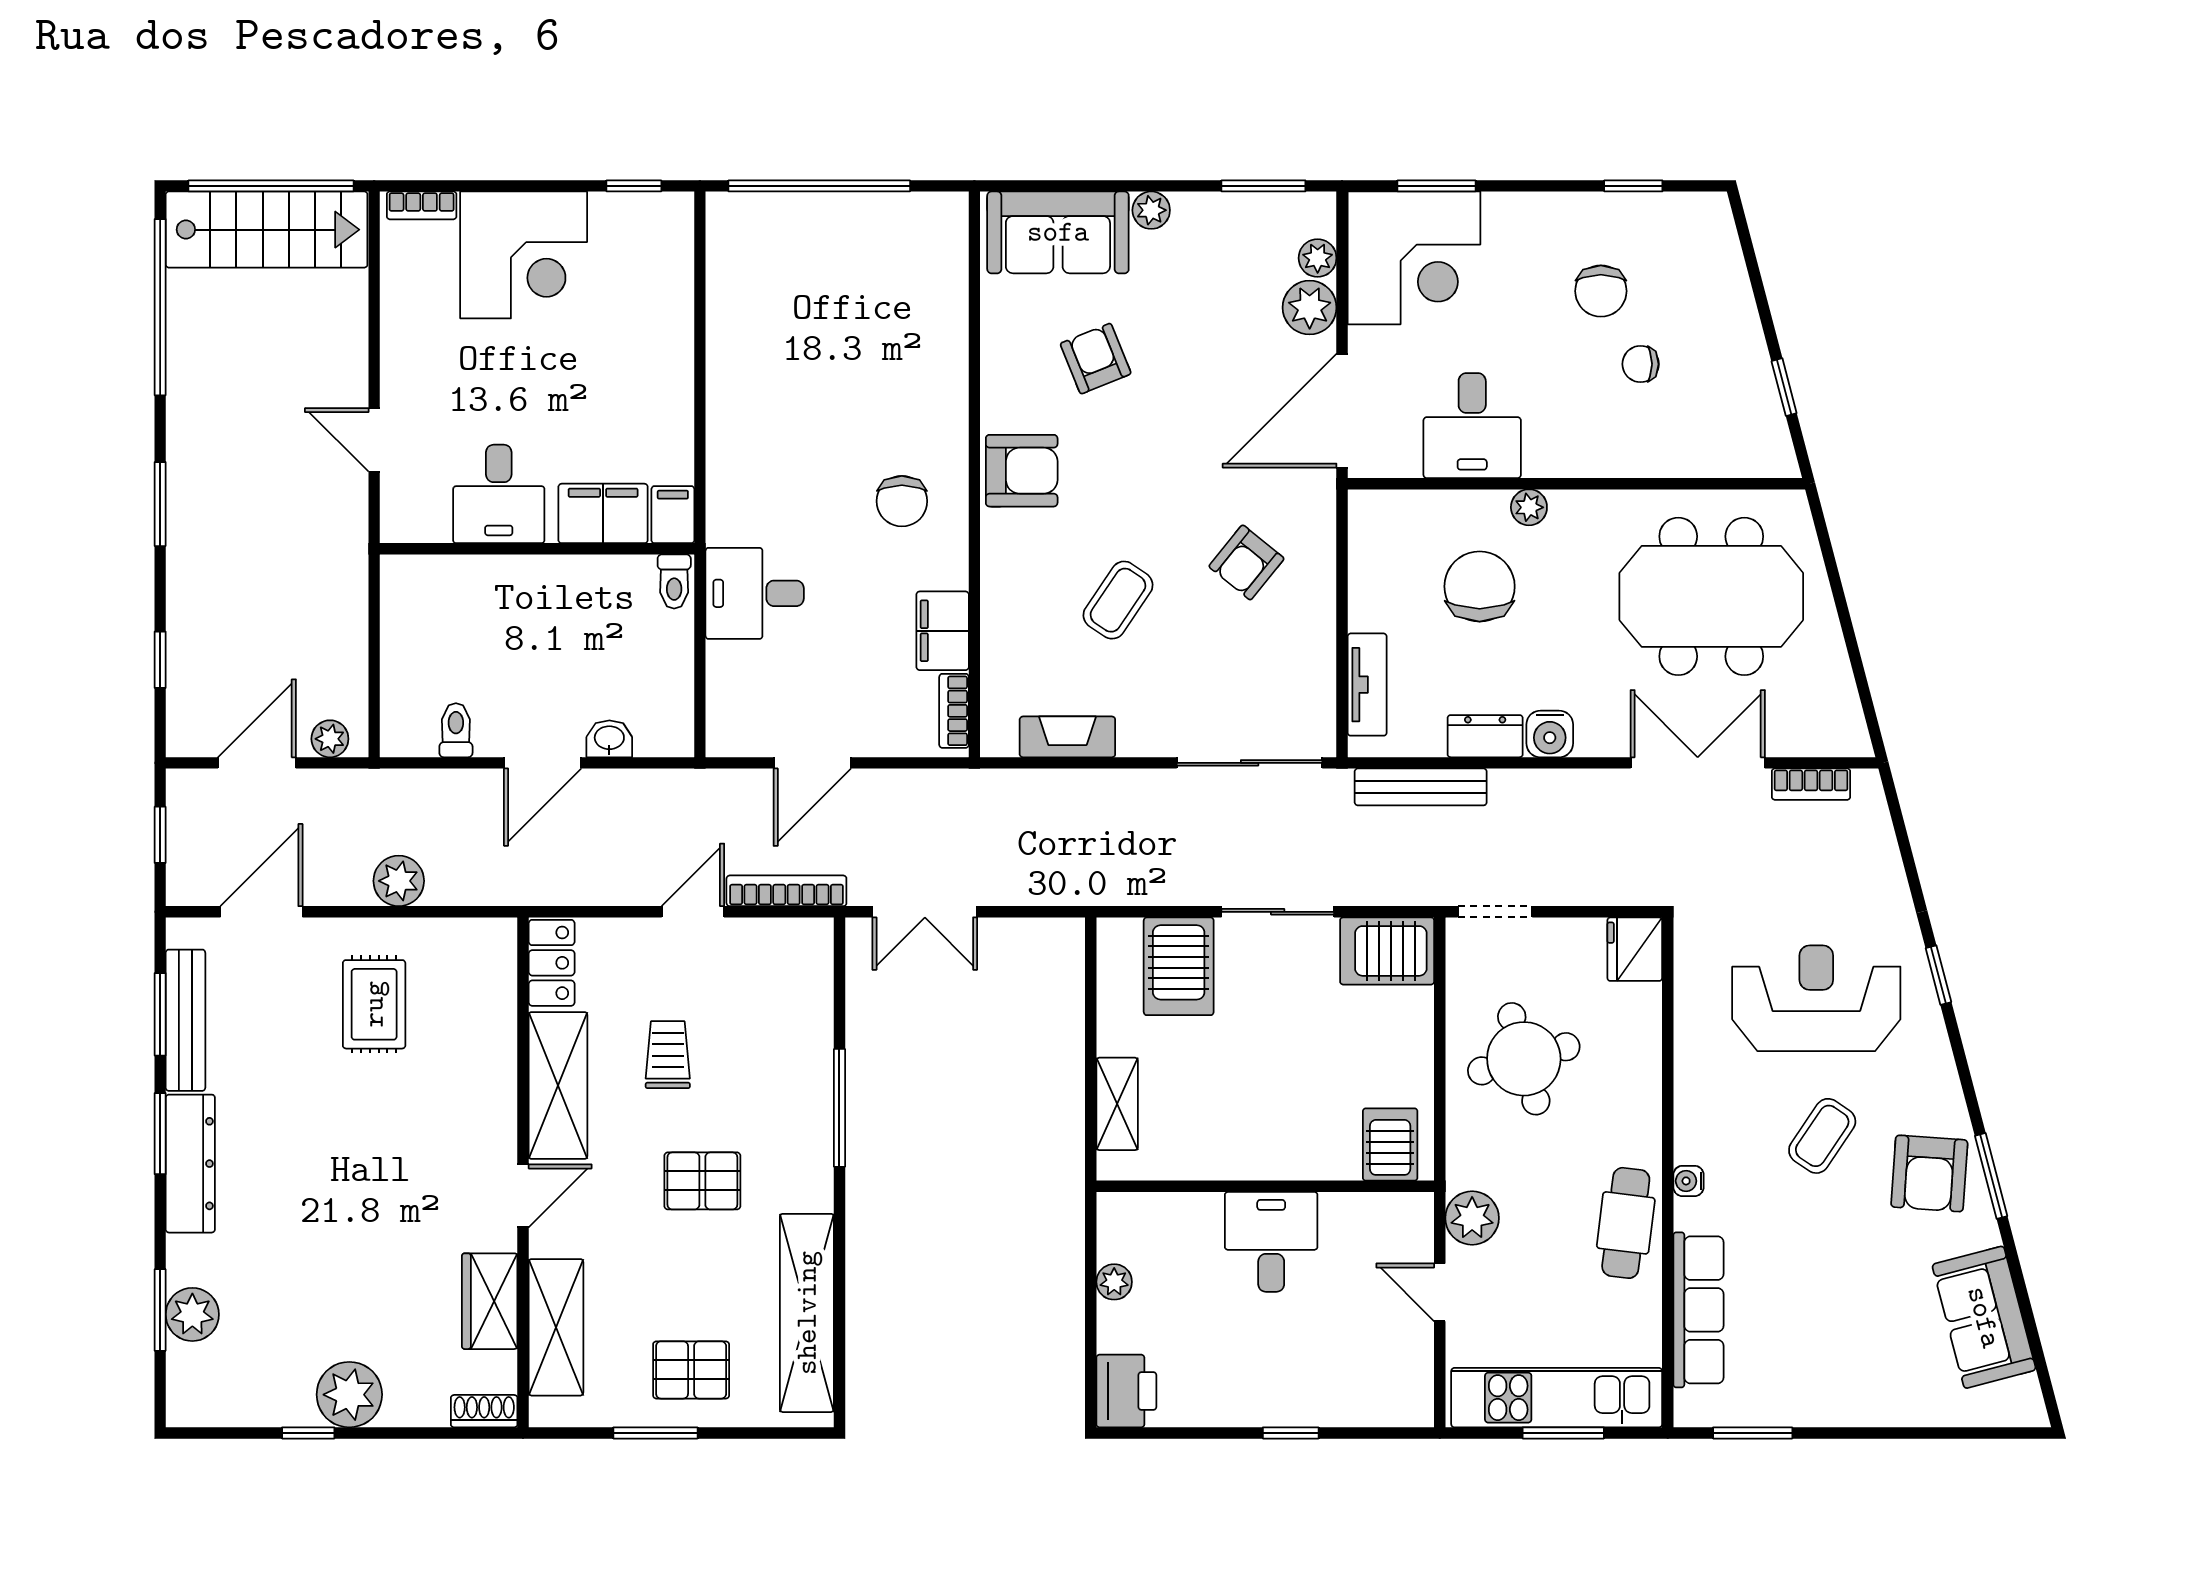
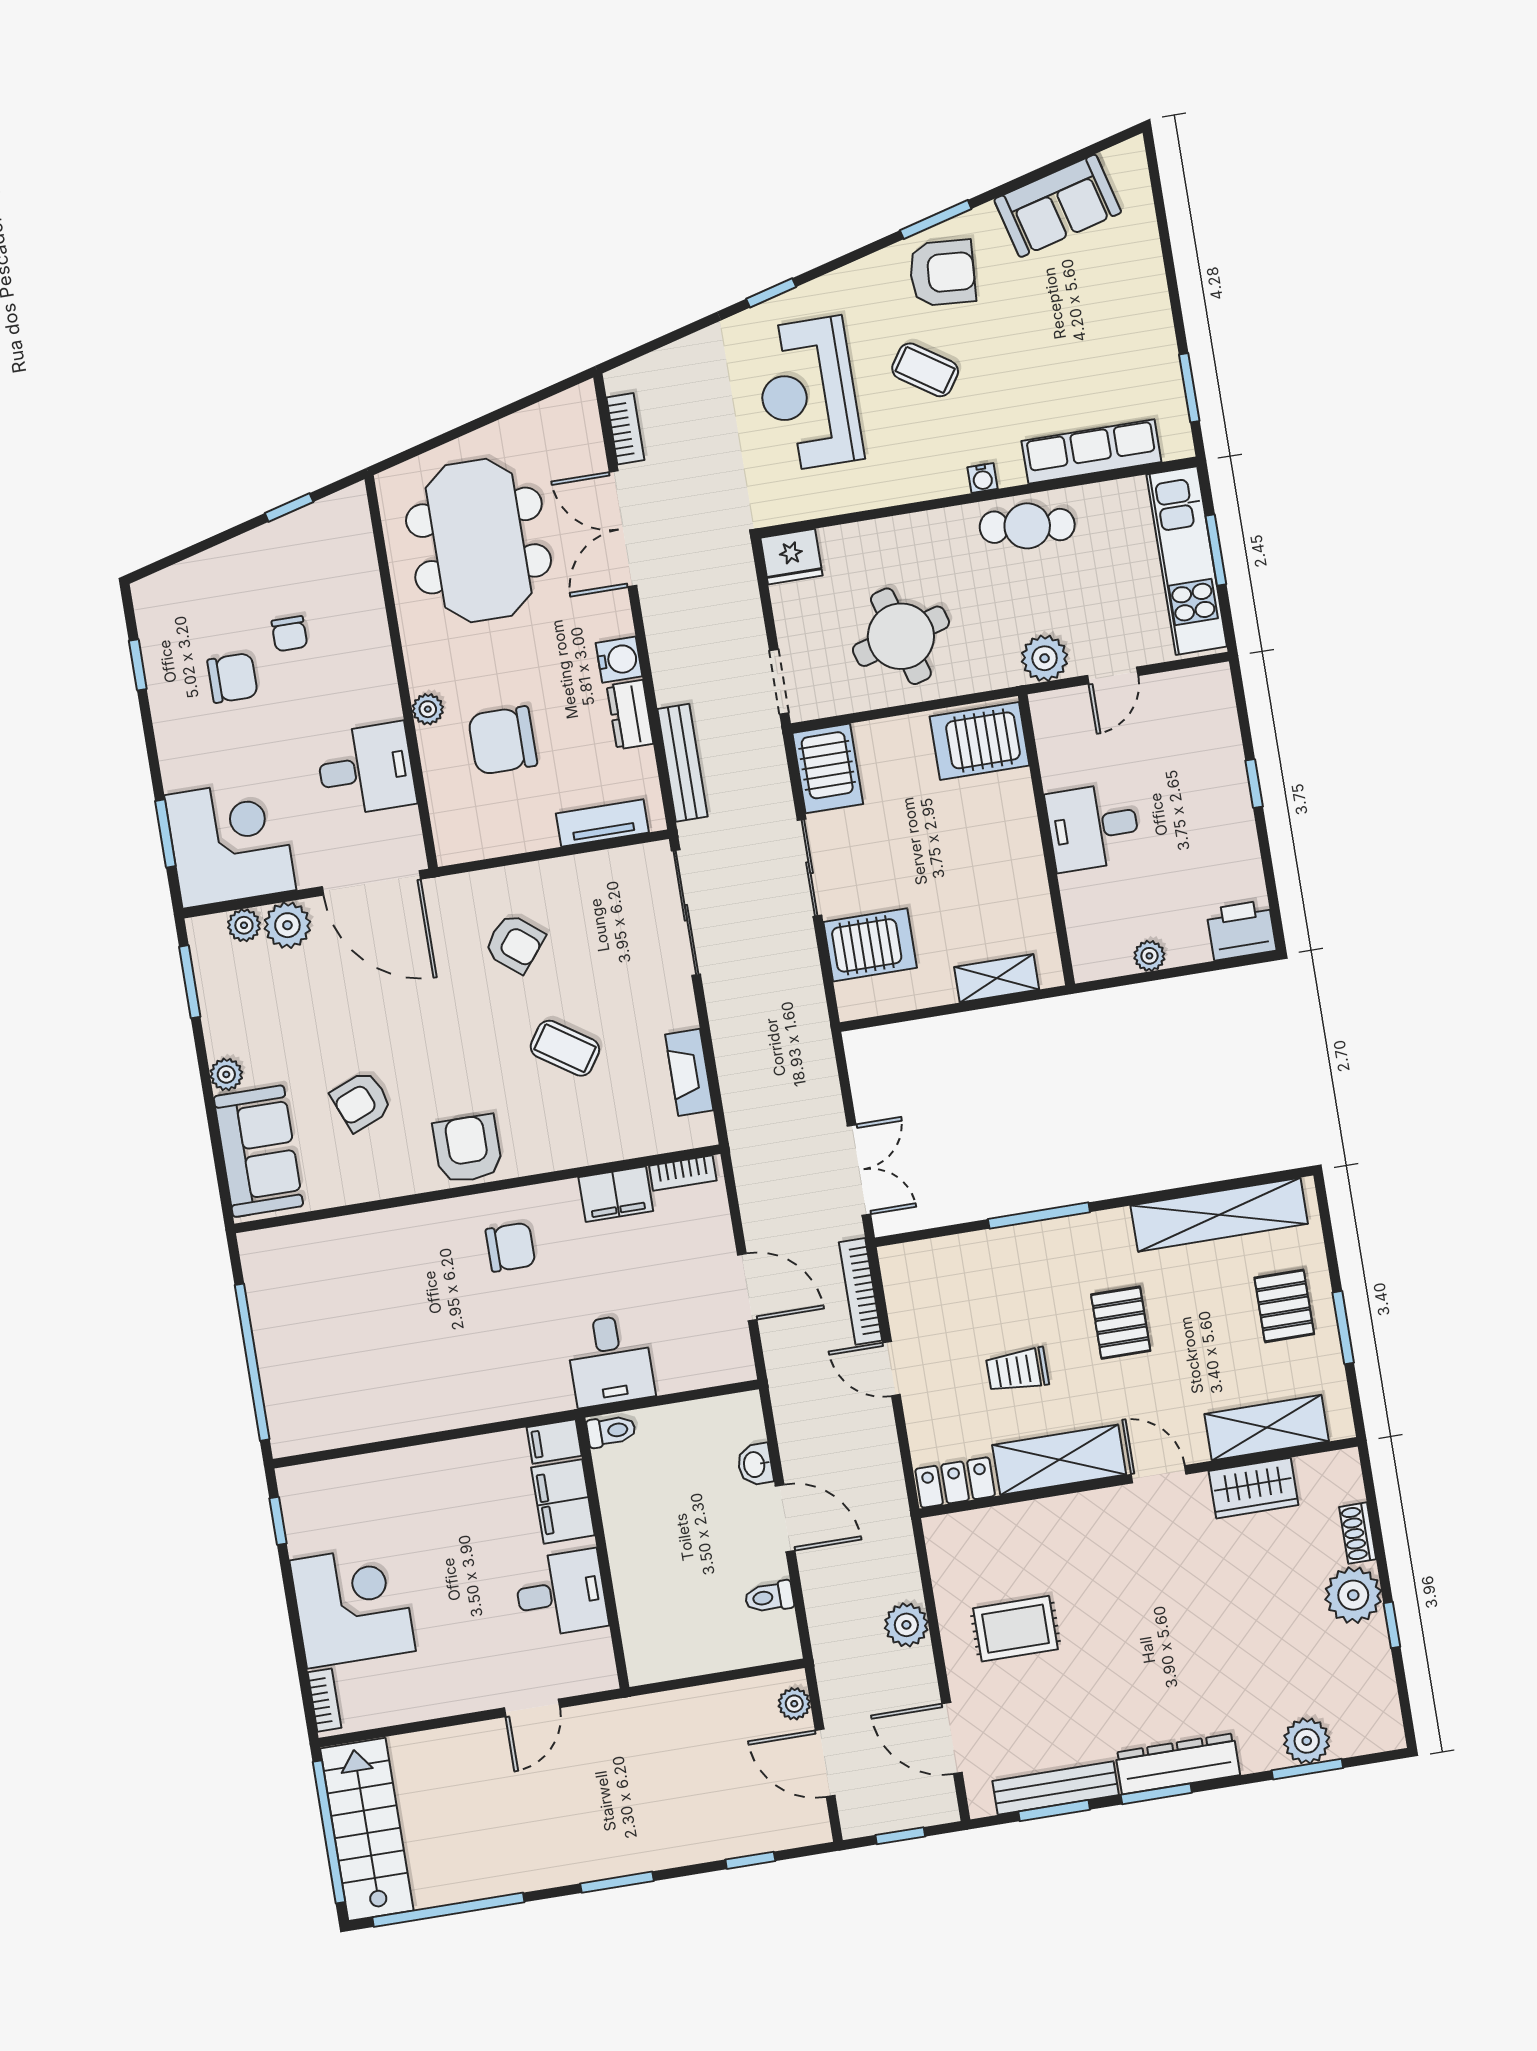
server rack: (1390, 1144) -> (979, 741), width x1.36, depth x1.44
shoe rack: (484, 1411) -> (1358, 1533), moved

